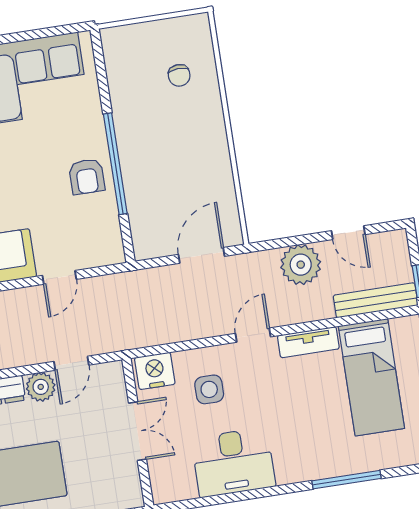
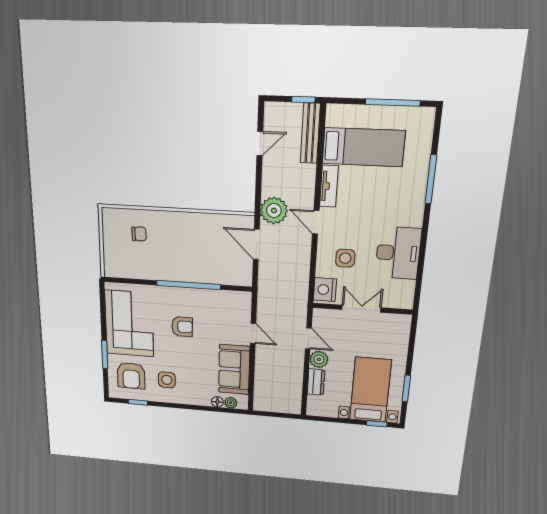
armchair: (87, 177) -> (182, 327), moved
plant: (301, 265) -> (274, 210), moved

